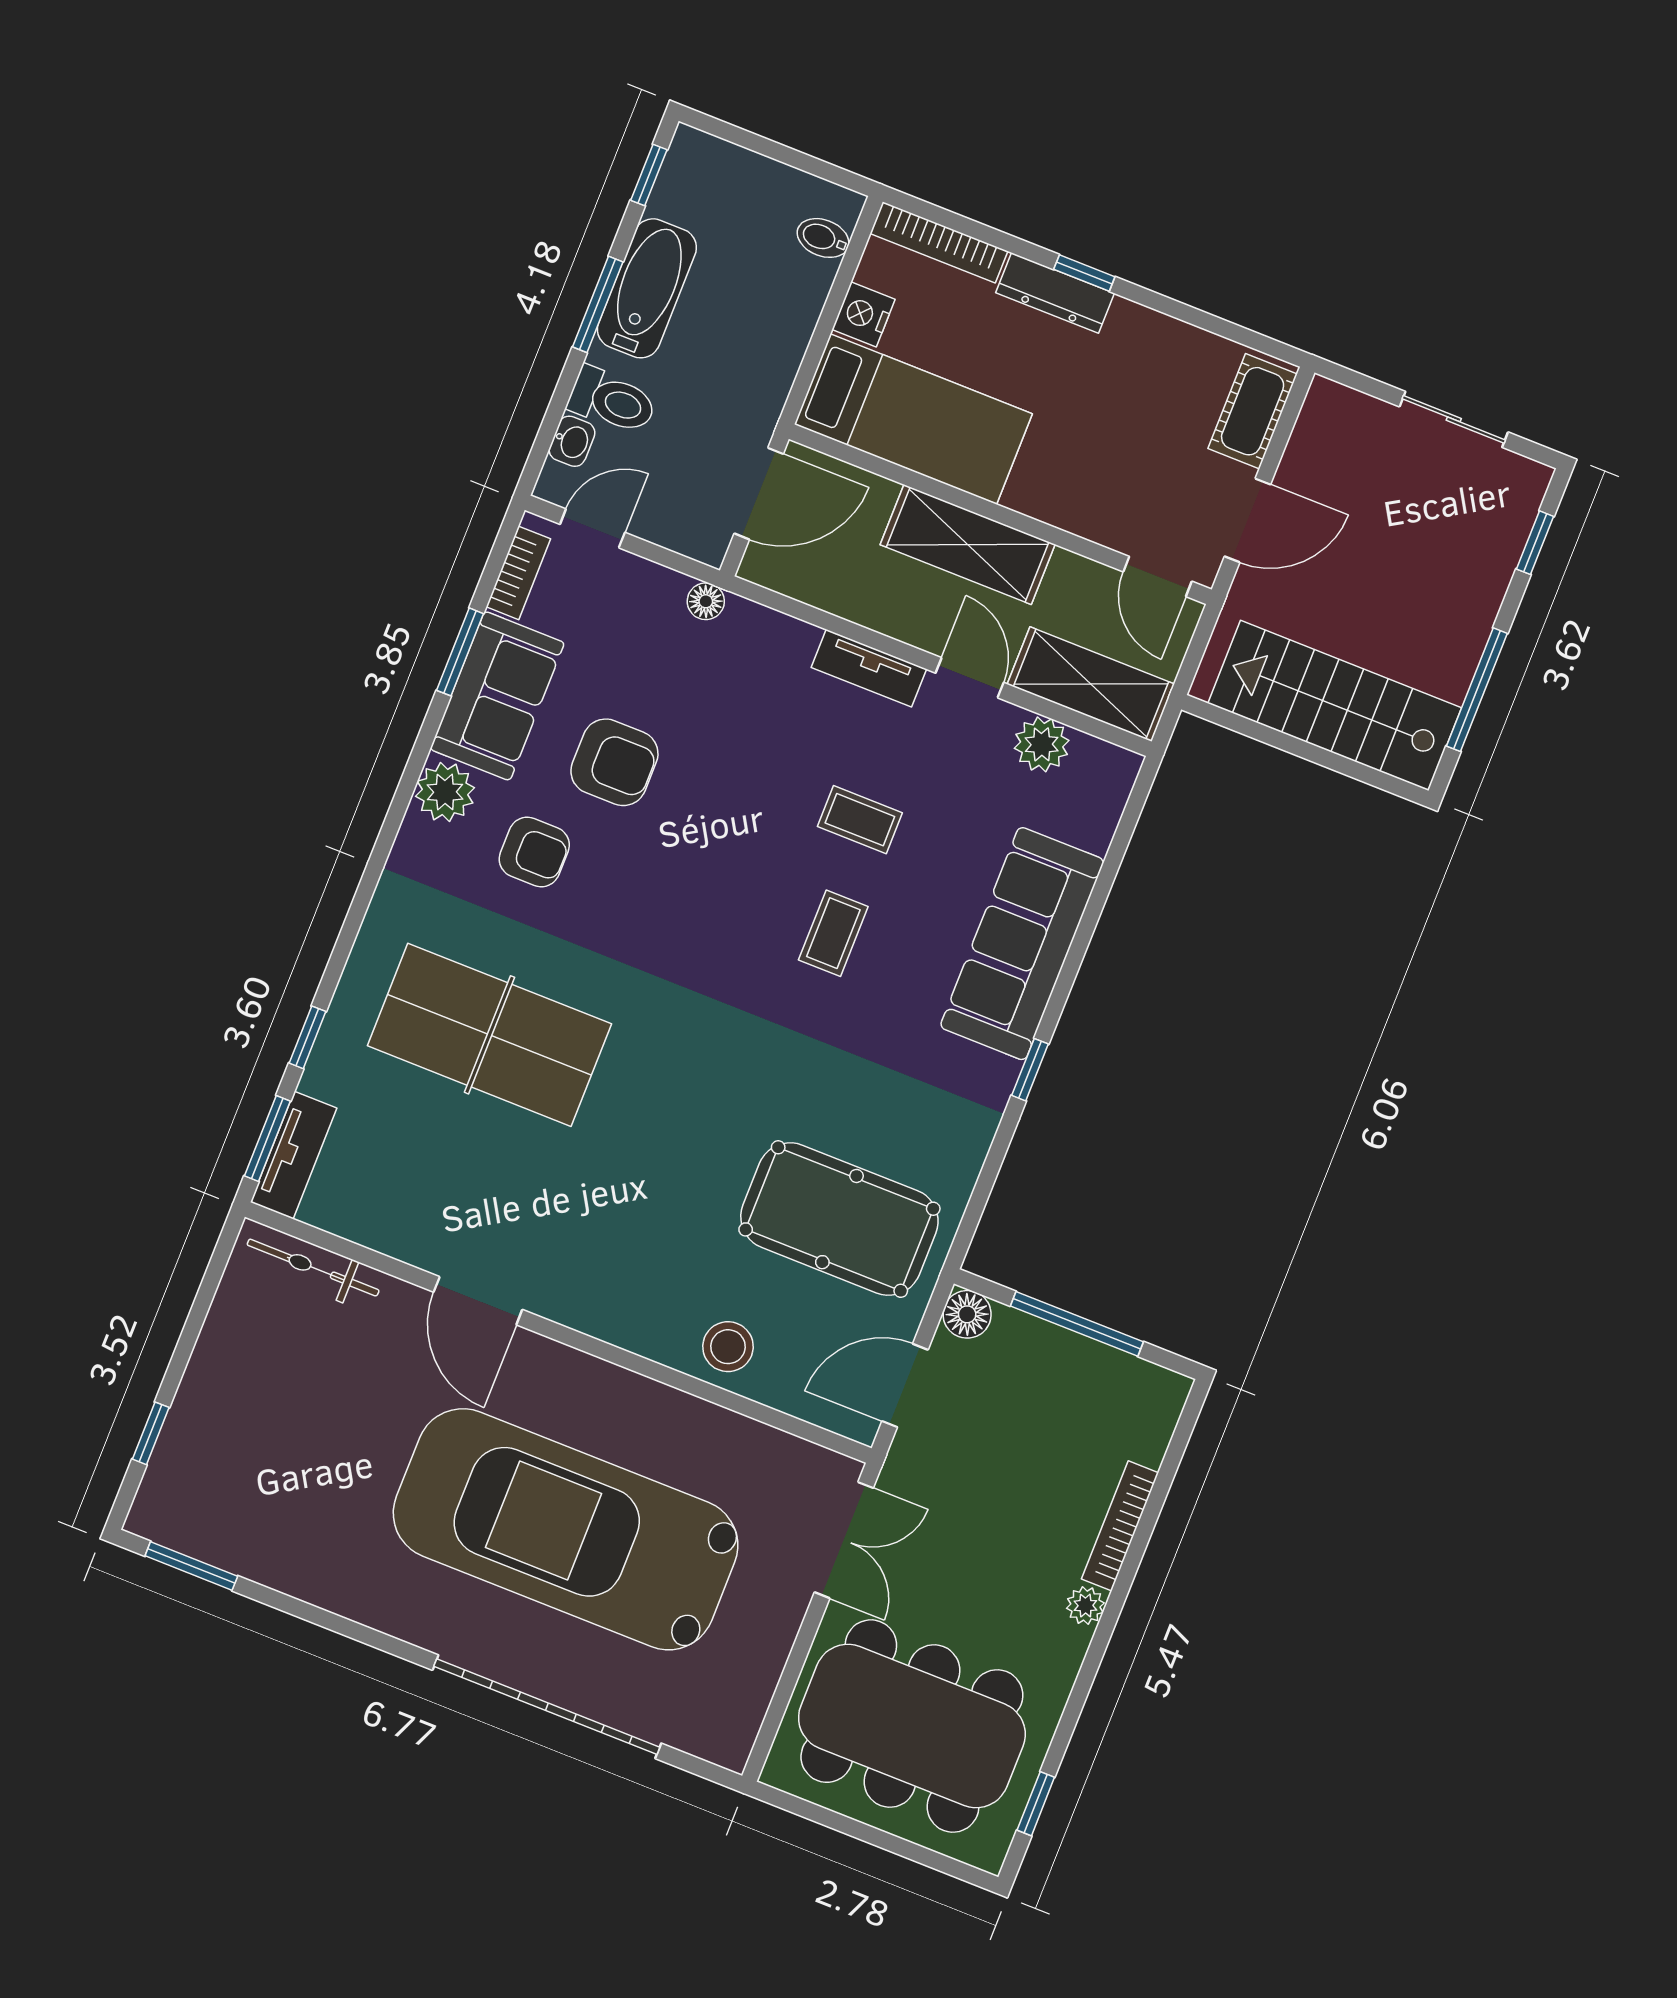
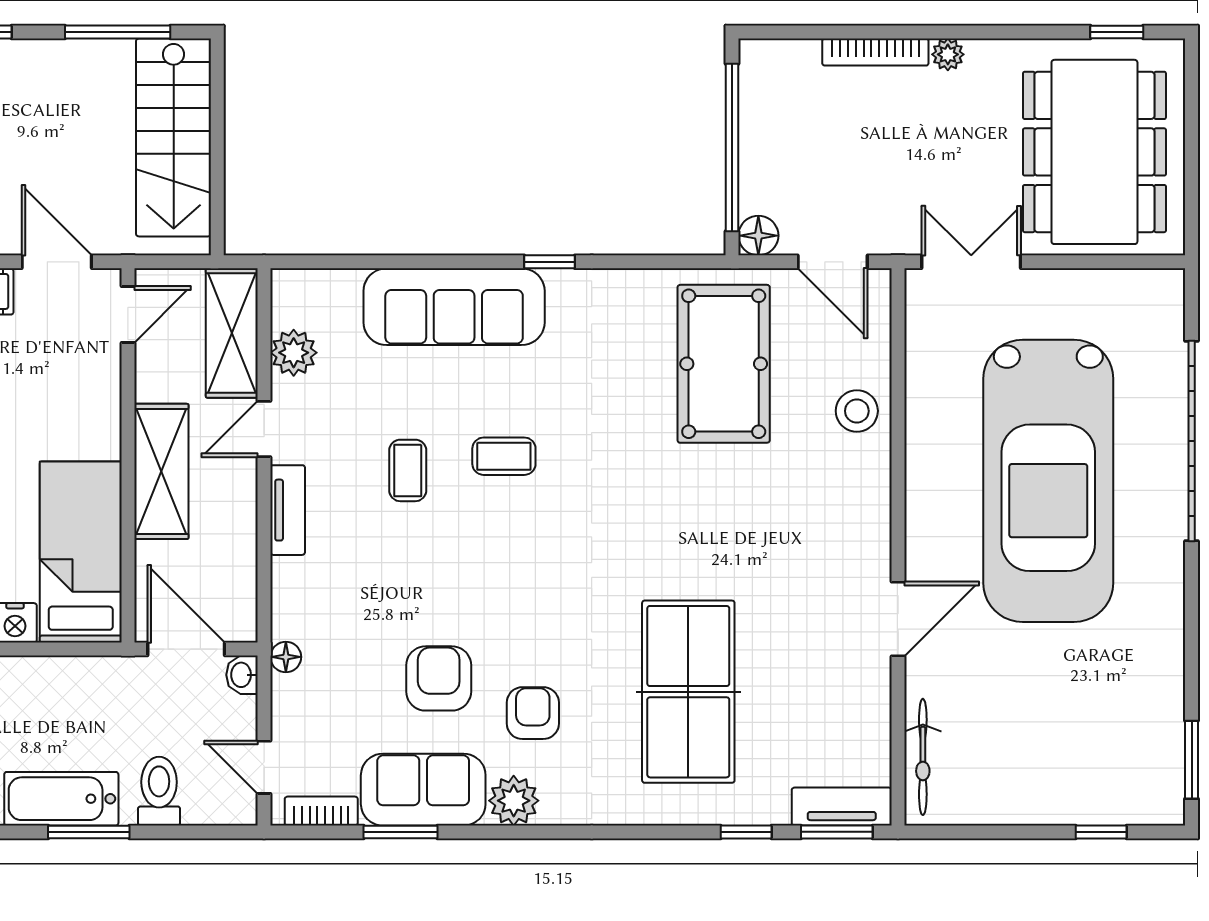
washbasin: (572, 441) -> (242, 675), moved, turned -90
window: (1077, 1324) -> (732, 147), width x1.46

